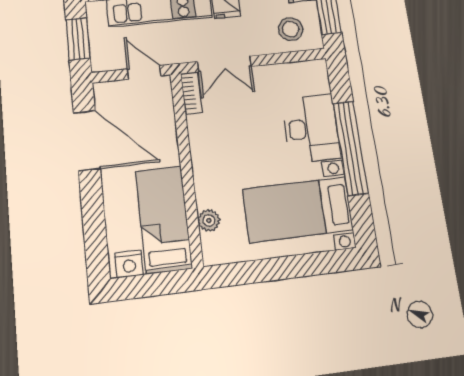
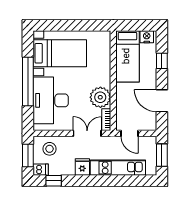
desk: (311, 128) -> (51, 100), width x1.36, depth x1.30
door: (87, 141) -> (162, 101), width x0.73
window: (94, 219) -> (162, 61), added
plant: (209, 220) -> (100, 97), moved, width x1.88, depth x1.88

